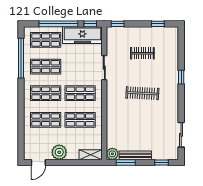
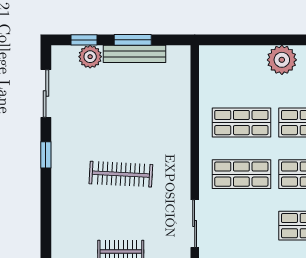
window: (181, 77) -> (46, 155), moved
plant: (112, 154) -> (90, 57), moved
shelving: (91, 155) -> (221, 55), removed
window: (126, 163) -> (133, 40), moved

